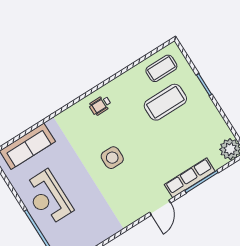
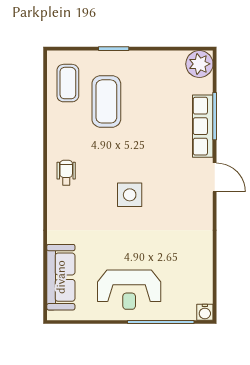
wheelchair: (100, 105) -> (66, 173), turned 180

